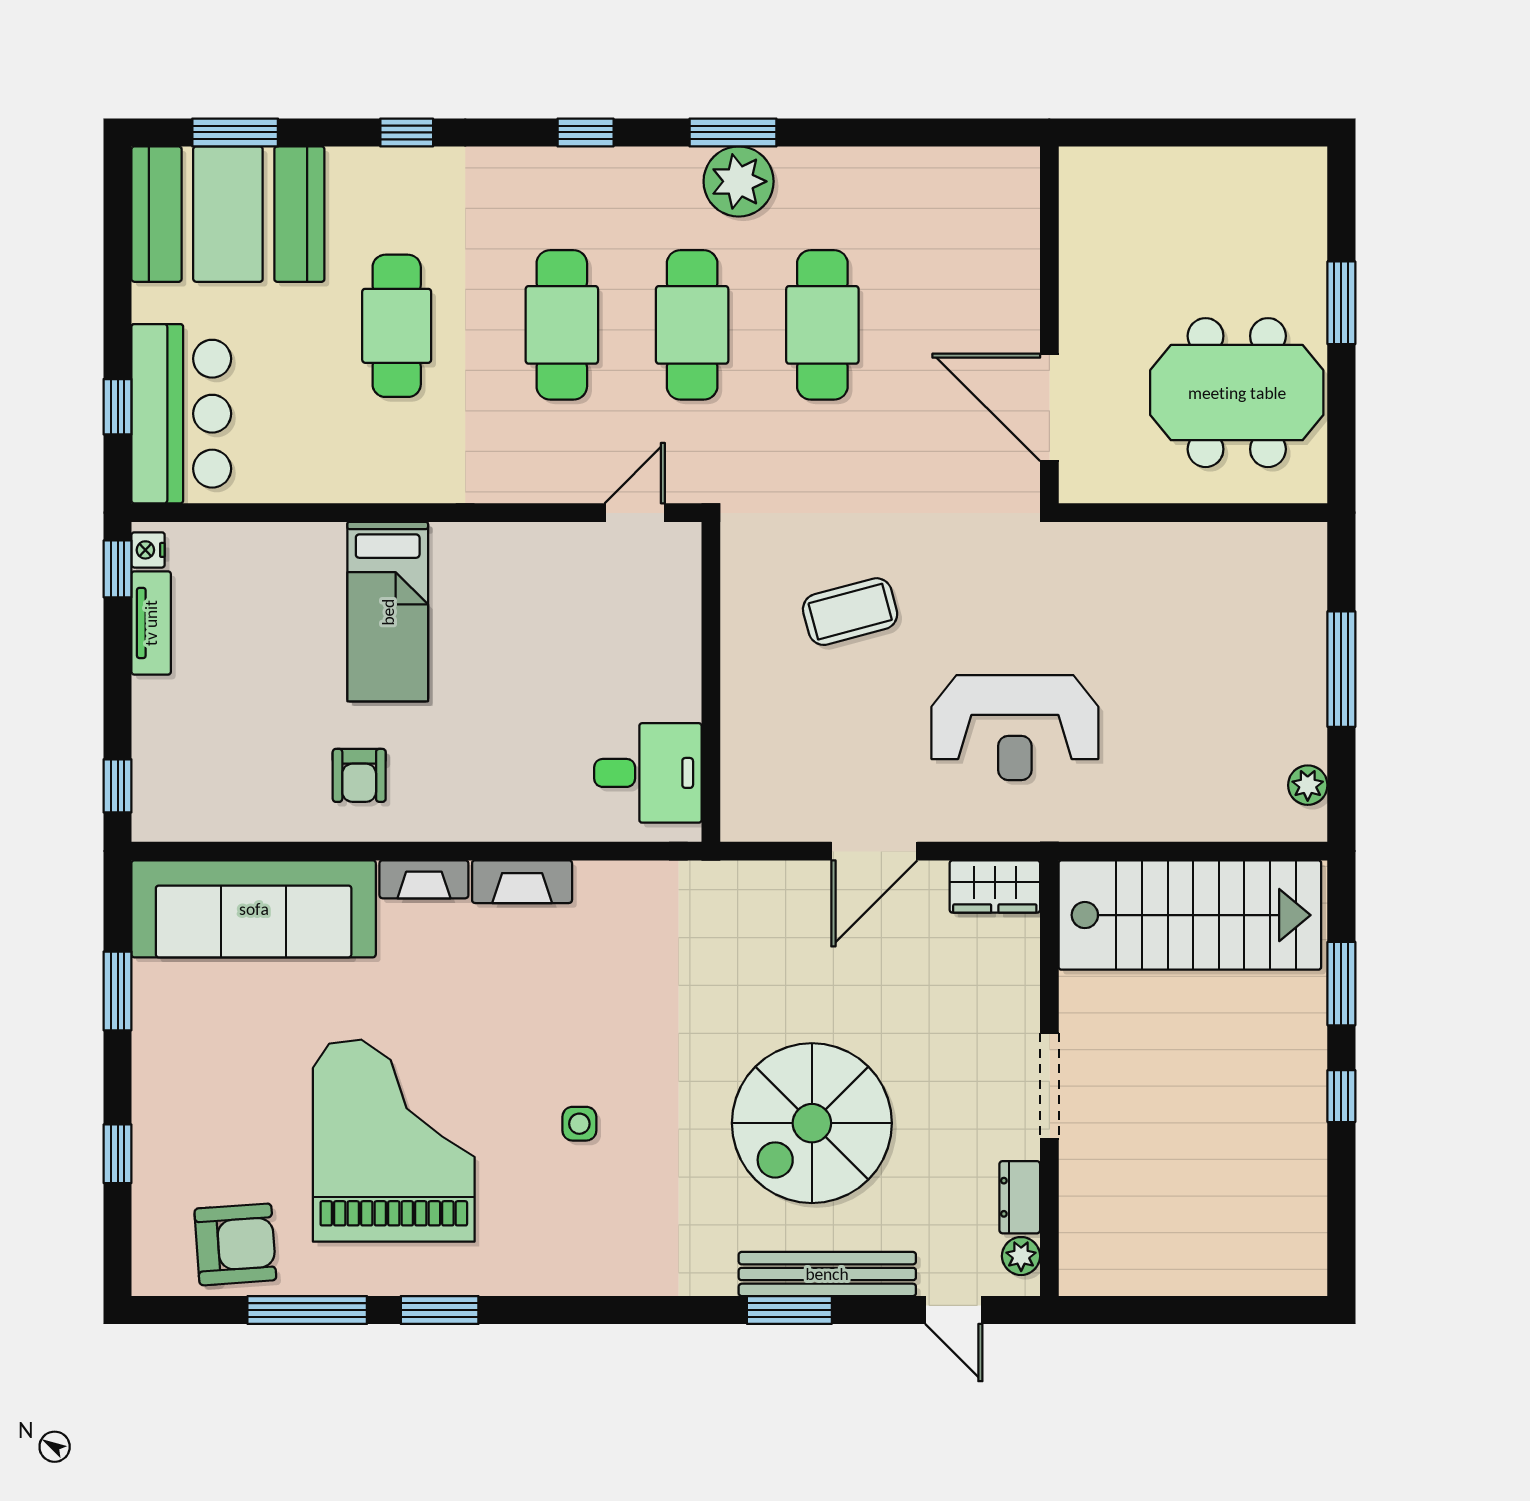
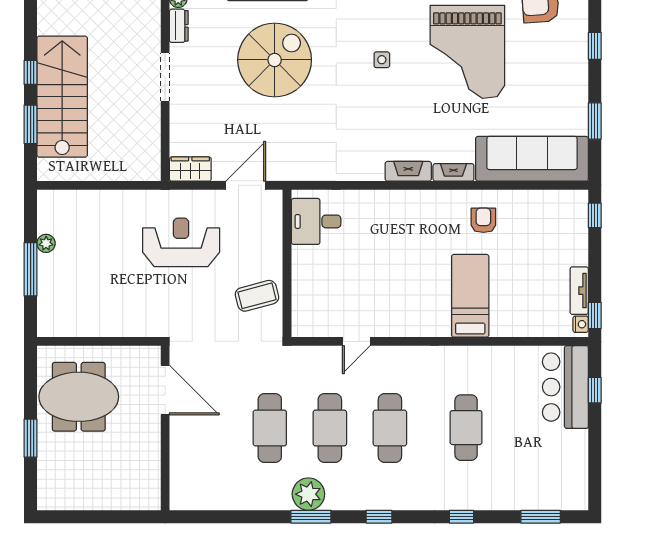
booth: (228, 214) -> (544, 479), removed
wall: (711, 682) -> (287, 263), moved
desk: (648, 773) -> (316, 221), moved
plant: (1308, 785) -> (46, 243), moved
stairs: (1190, 915) -> (62, 97), moved, turned 90

